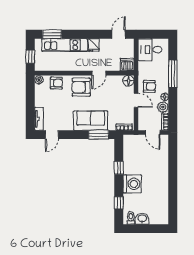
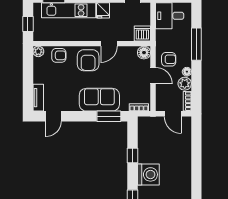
armchair: (81, 87) -> (88, 60), turned -90

